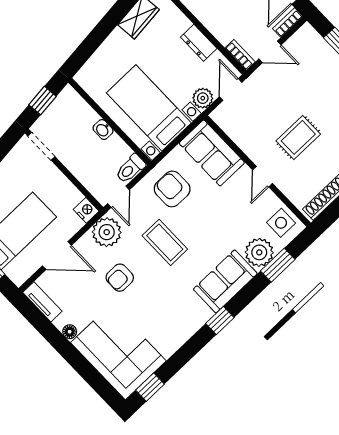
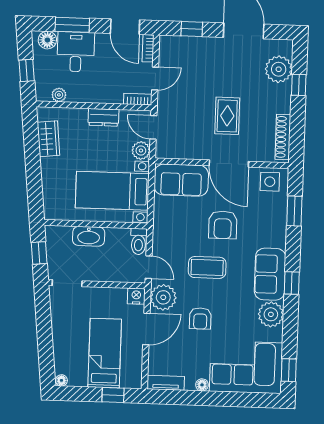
washbasin: (103, 129) -> (89, 236), width x1.91, depth x1.45
door: (263, 177) -> (229, 164), width x1.88
armchair: (172, 189) -> (223, 225), moved, turned -90
plant: (259, 252) -> (271, 314), moved
door: (57, 256) -> (146, 329), moved
sofa: (225, 281) -> (270, 274), moved

